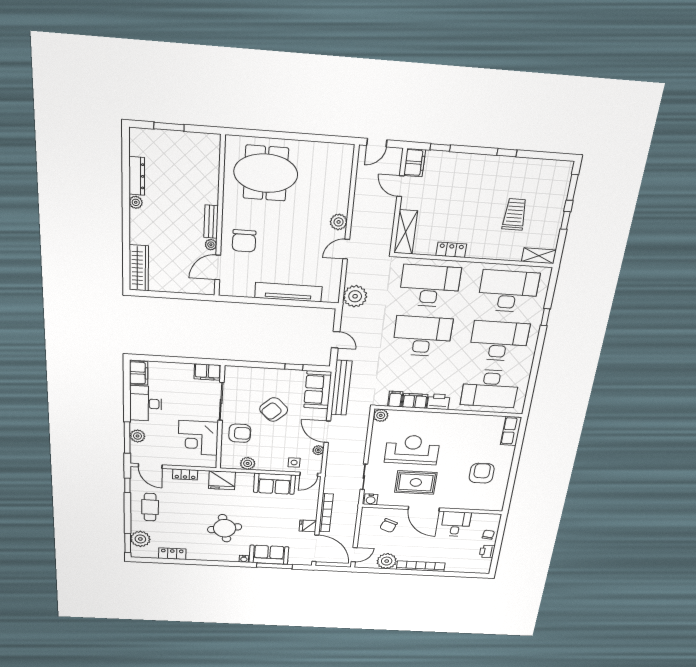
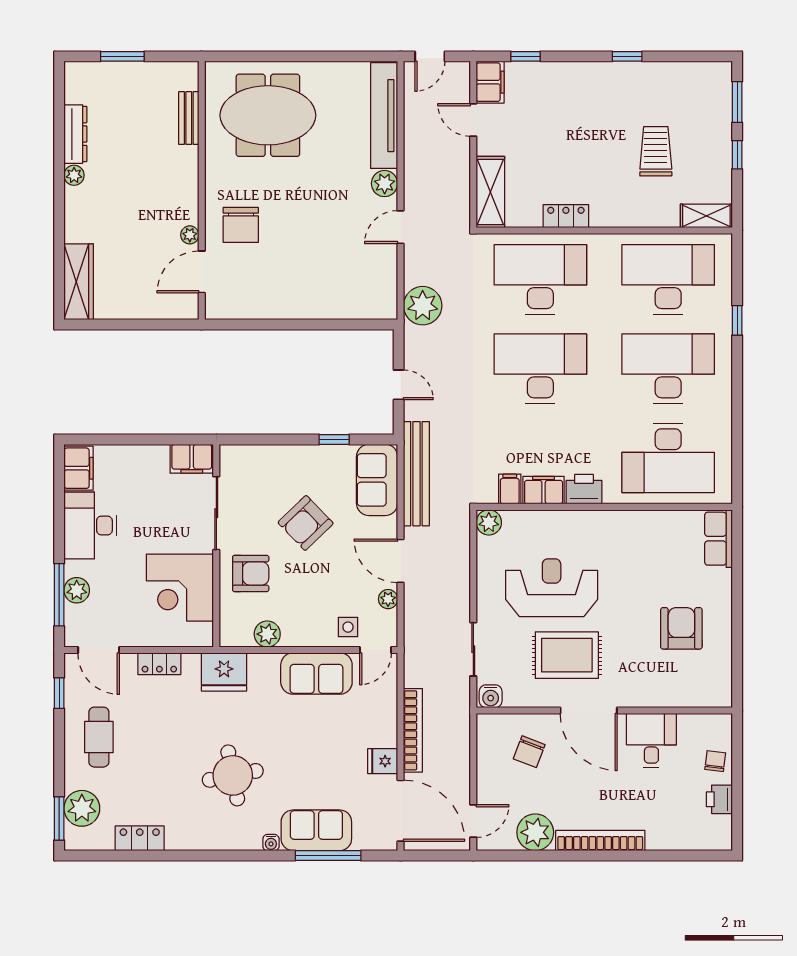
bench: (211, 222) -> (189, 118), moved
tv unit: (288, 292) -> (384, 116), moved, turned -90

